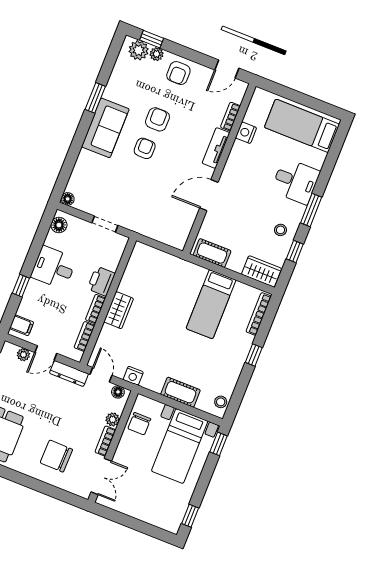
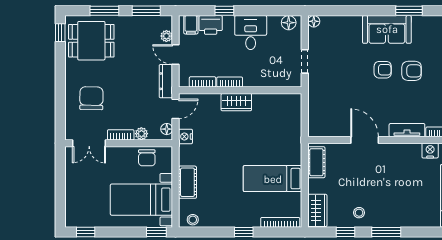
desk: (296, 181) -> (405, 209), removed
printer: (101, 281) -> (211, 25), moved, turned 180
chair: (139, 424) -> (147, 158), turned -90

